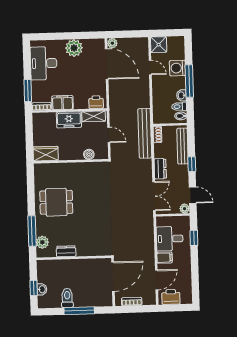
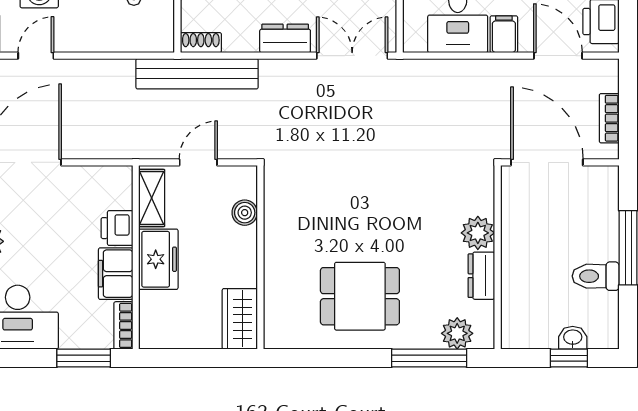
printer: (96, 102) -> (117, 228), moved
dining table: (56, 202) -> (360, 296), turned 90
plant: (83, 249) -> (478, 233), added

